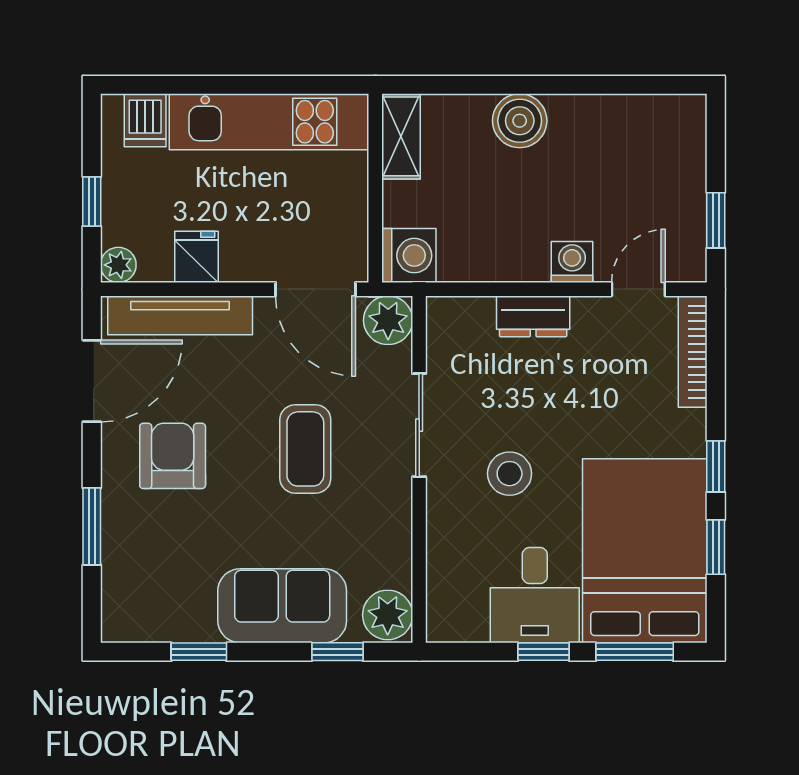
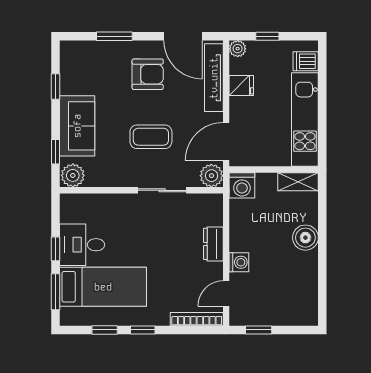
door: (638, 289) -> (226, 293), swing flipped
stool: (510, 474) -> (139, 233), removed
bed: (645, 551) -> (103, 287), width x0.67

